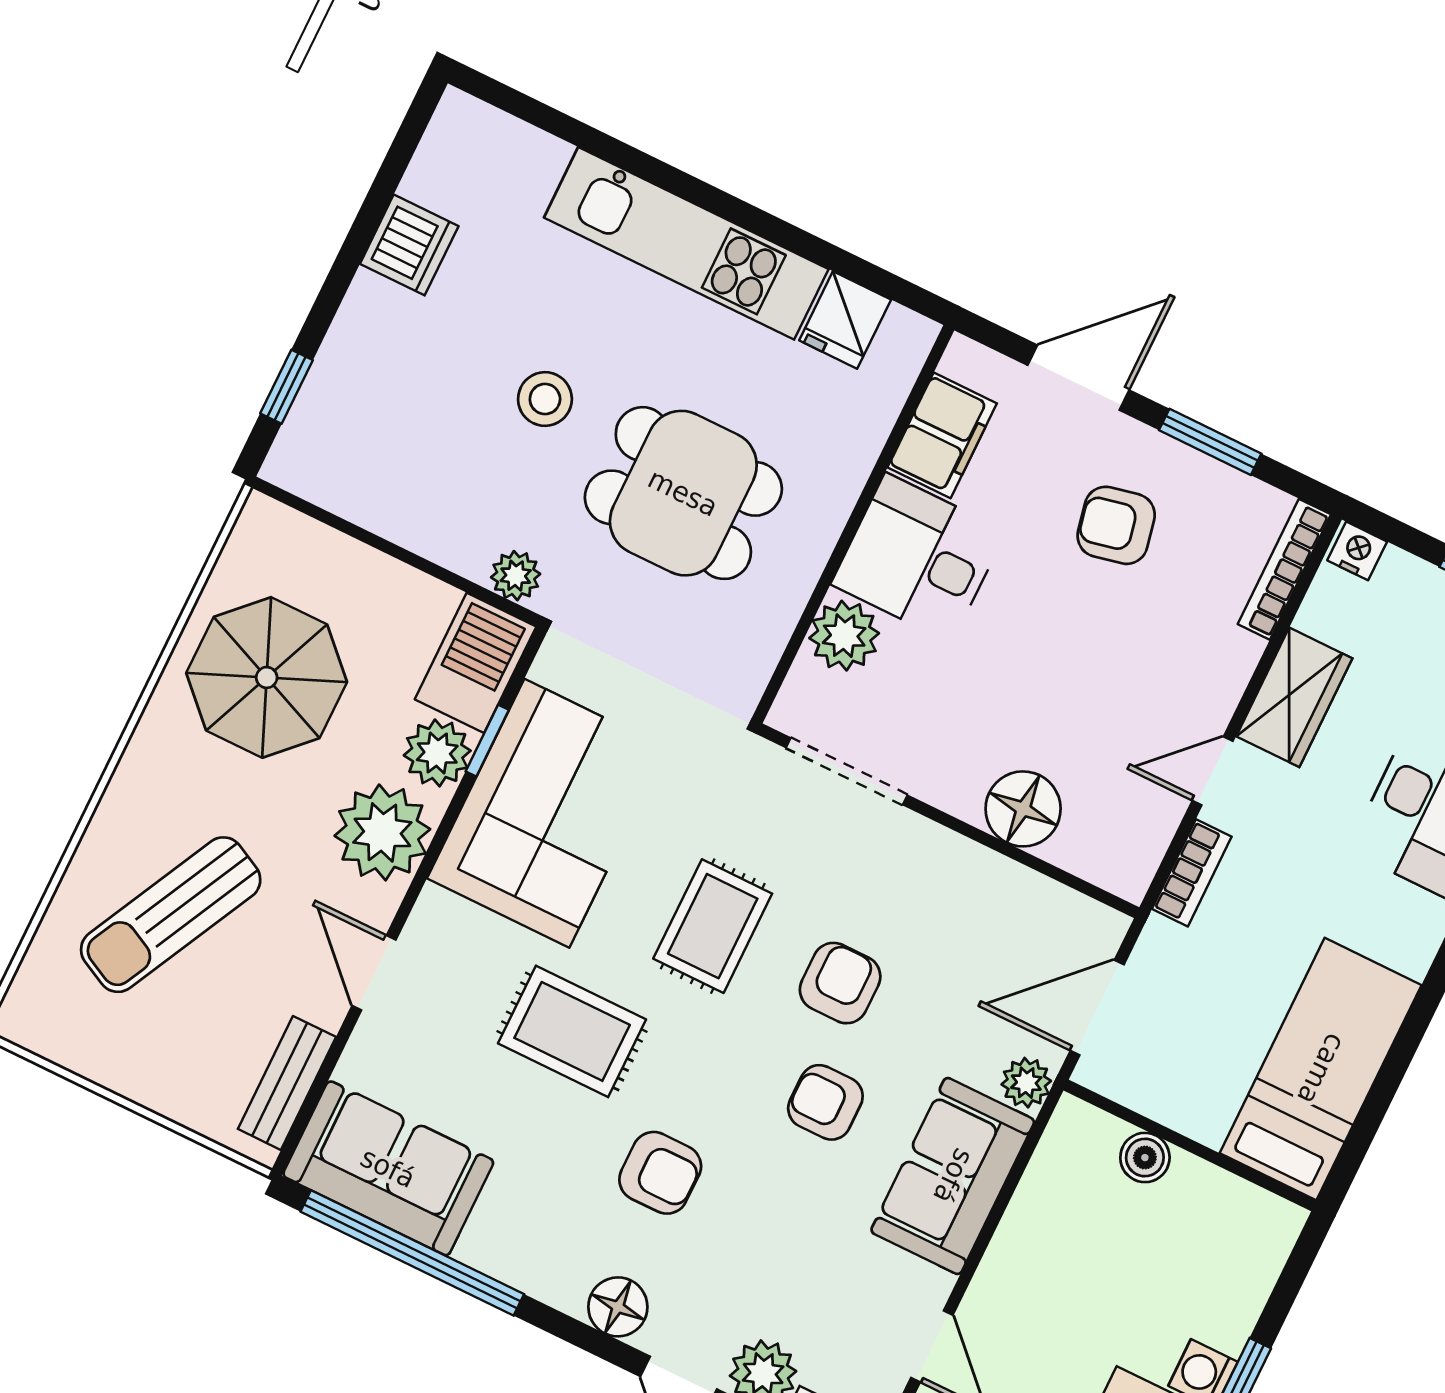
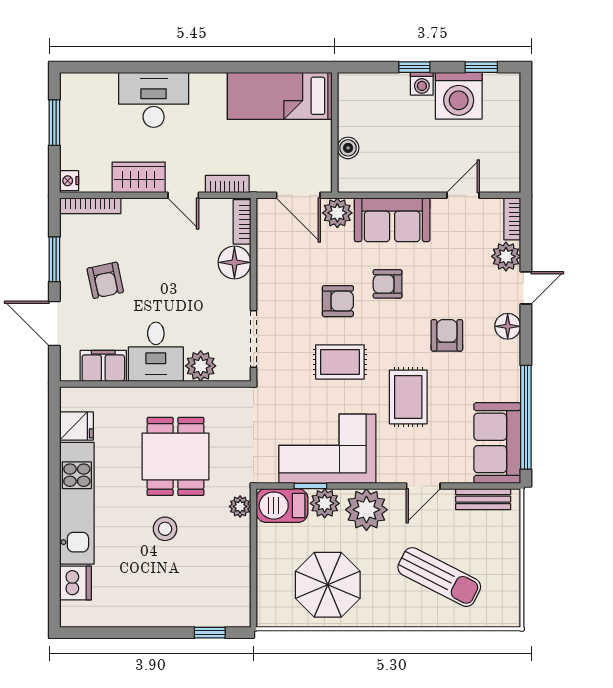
dishwasher: (409, 245) -> (75, 583), moved, turned 90
bookcase: (1099, 865) -> (242, 222), added
armchair: (840, 983) -> (338, 301), turned 180
plant: (1026, 1083) -> (337, 213), width x1.38, depth x1.38
armchair: (825, 1102) -> (388, 284), turned 90

